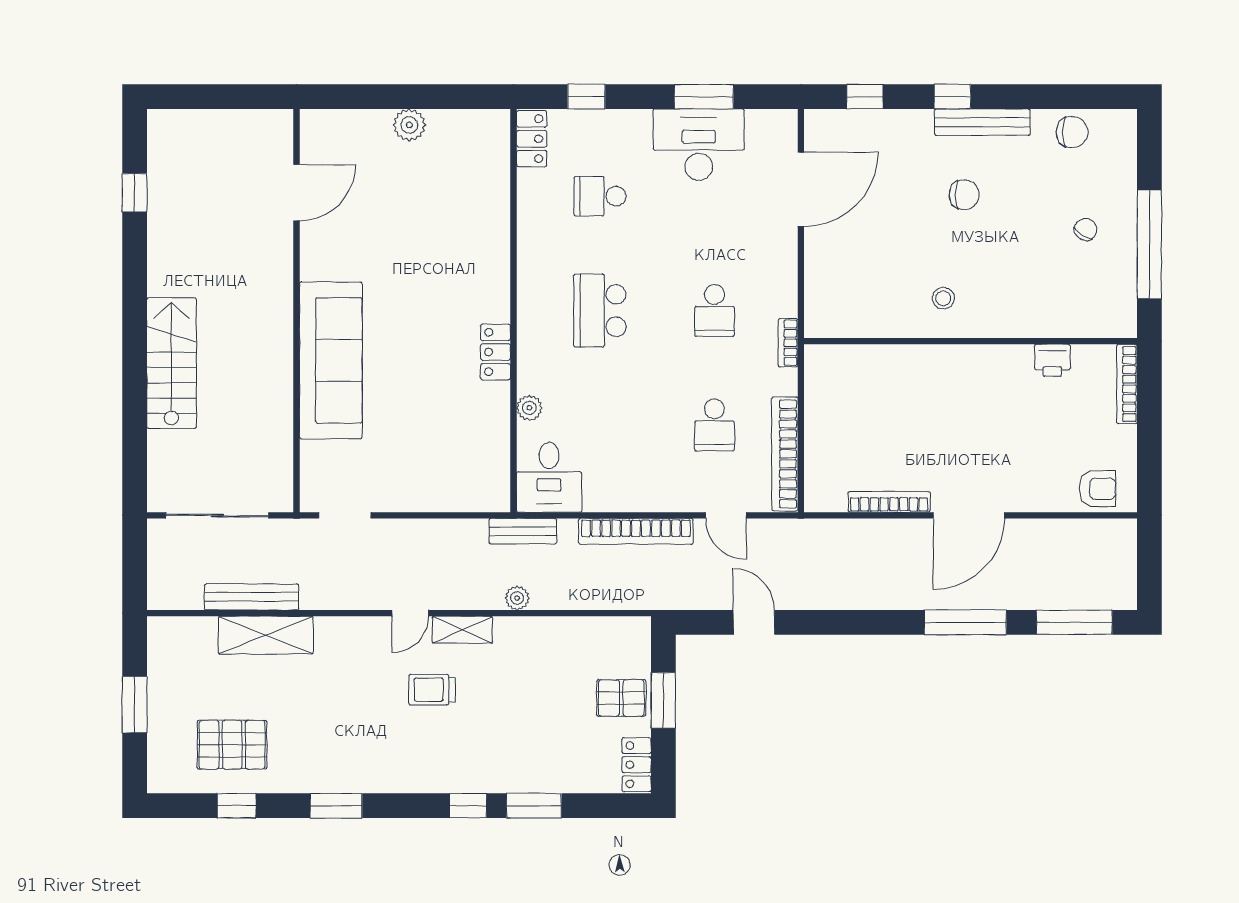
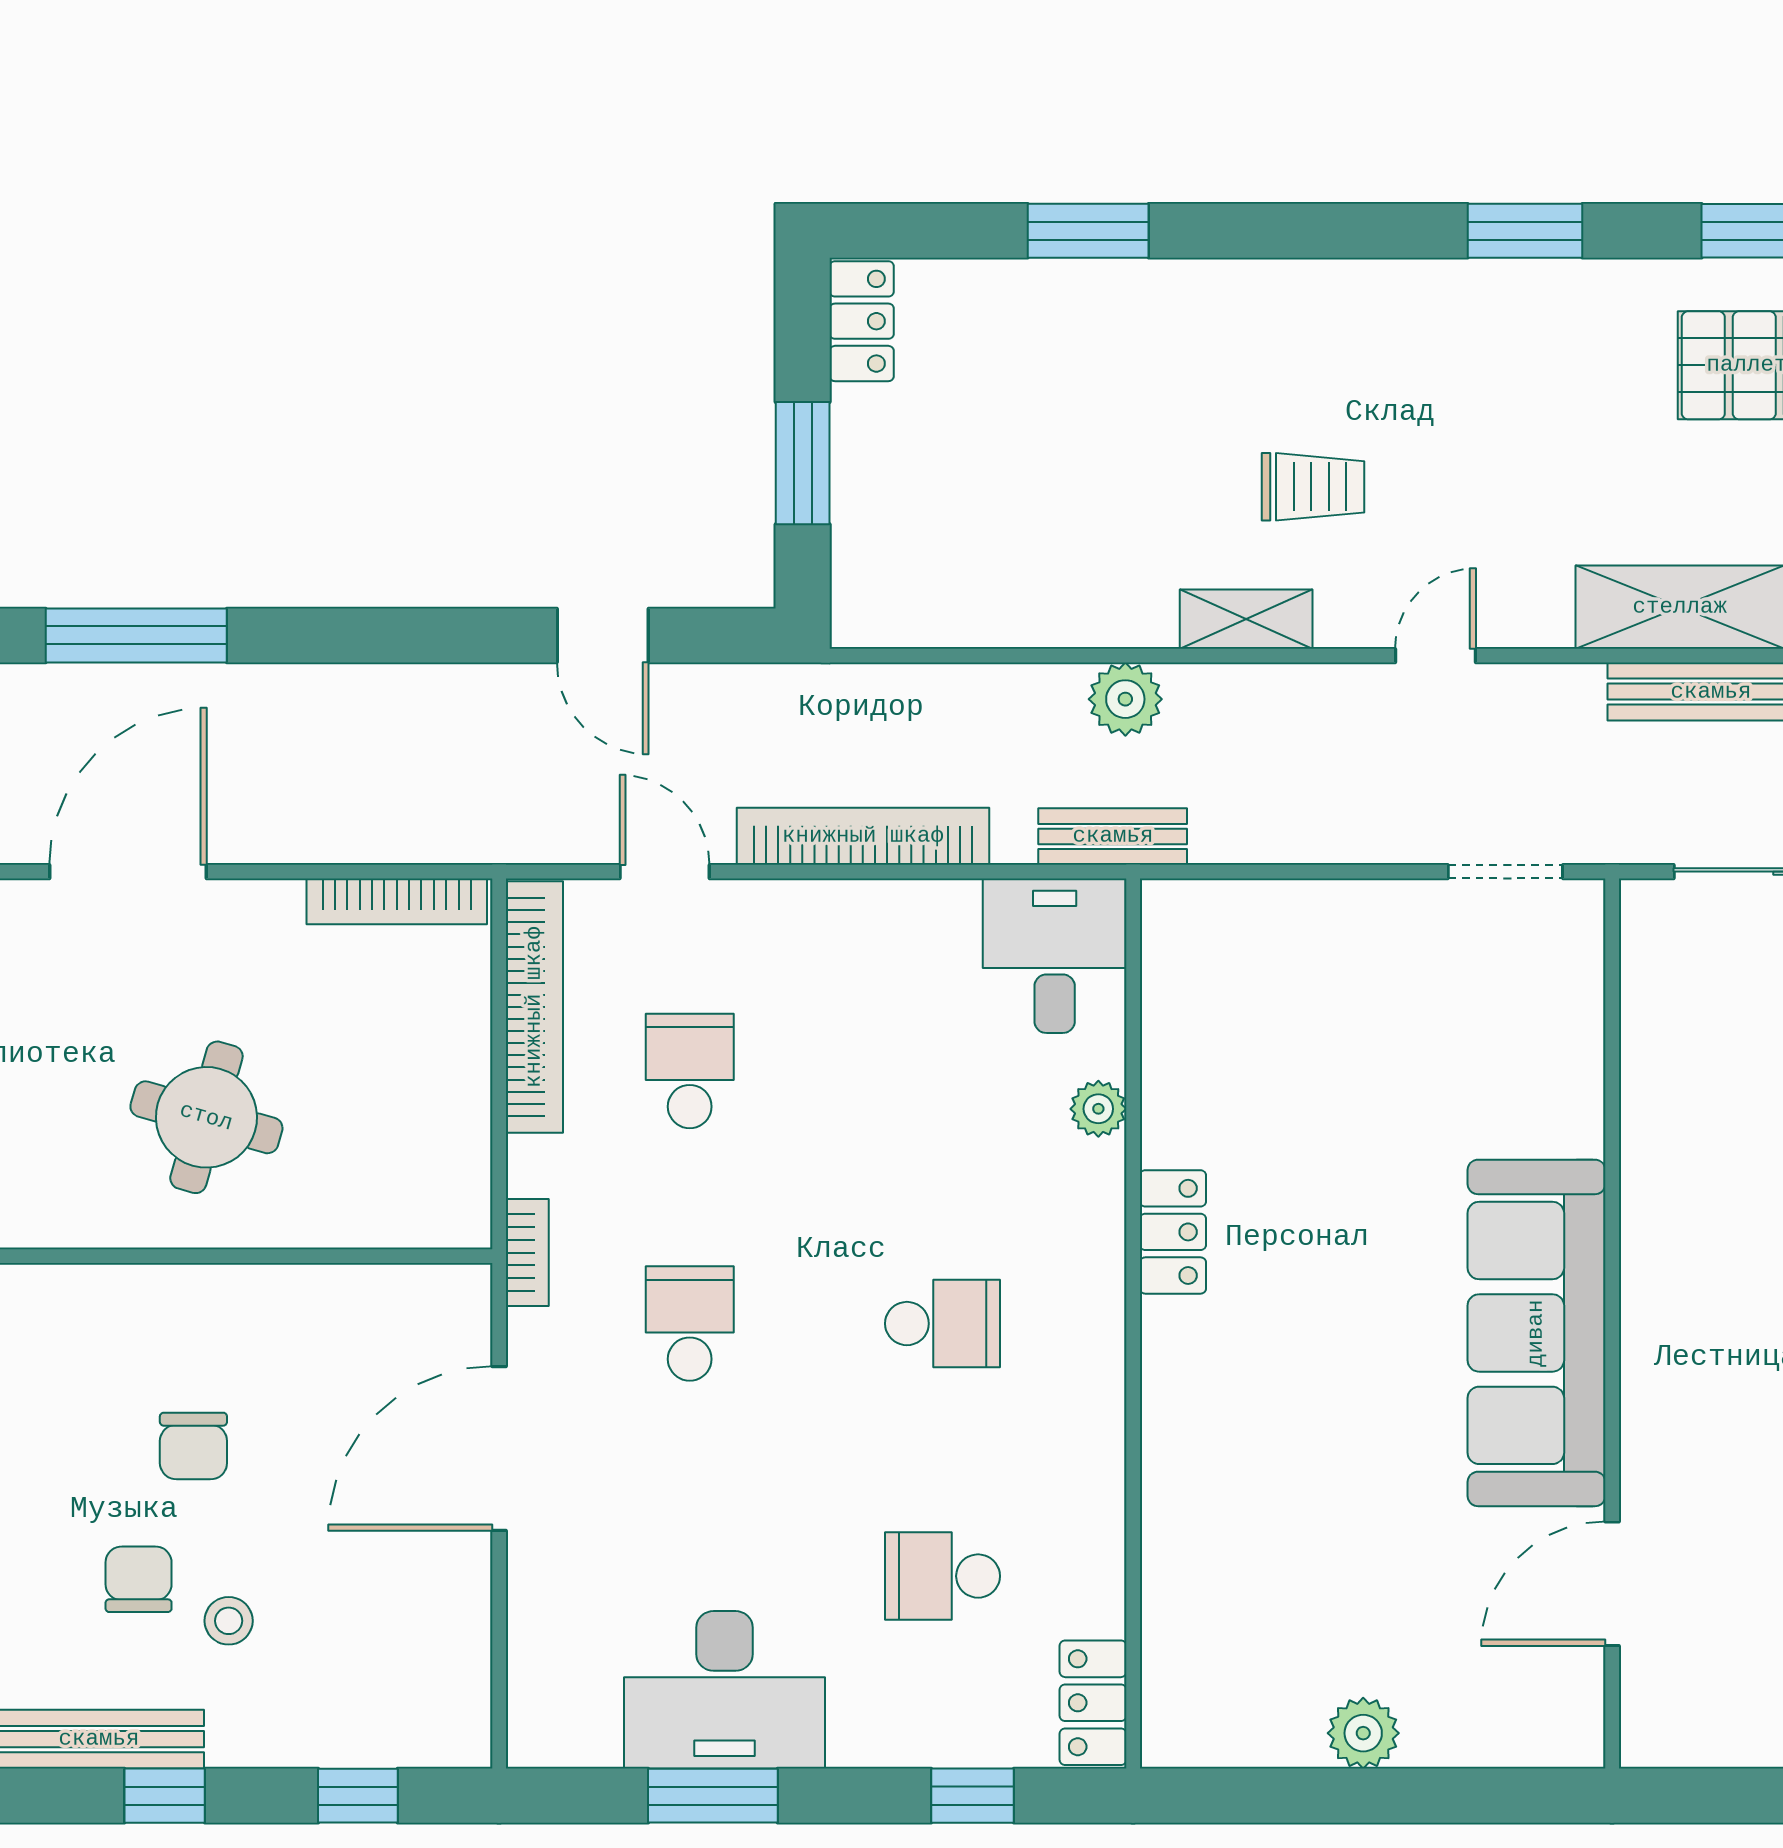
door: (801, 189) -> (499, 1449), moved
chair: (964, 195) -> (139, 1579), turned 90
school desk: (600, 196) -> (942, 1576), turned 180
chair: (939, 255) -> (193, 1446), added
stool: (943, 298) -> (229, 1621), moved
school desk: (600, 311) -> (942, 1324), width x0.54
sofa: (331, 360) -> (1536, 1333), moved
round table: (933, 404) -> (206, 1117), added
bookcase: (889, 502) -> (397, 901), moved
plant: (517, 598) -> (1125, 699), width x1.38, depth x1.38
door: (410, 613) -> (1436, 656), moved
pallet: (621, 698) -> (895, 468), removed
window: (468, 806) -> (1234, 231), removed

